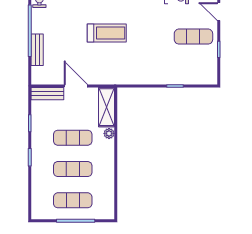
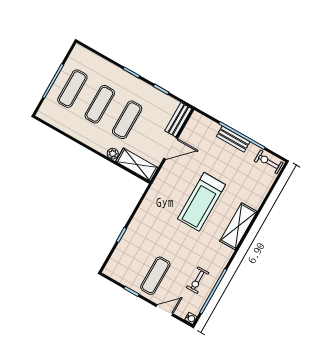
treadmill: (107, 33) -> (202, 202), width x1.37, depth x1.38
bench: (37, 50) -> (233, 139), moved

